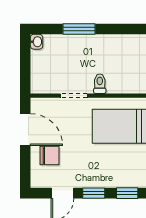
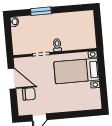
window: (94, 193) -> (59, 116), removed
window: (127, 193) -> (81, 114), removed

